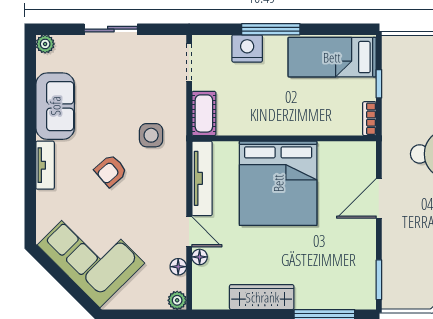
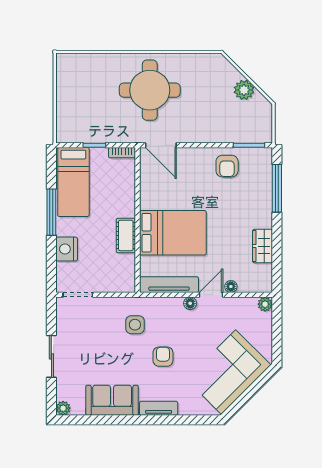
window: (271, 29) -> (51, 212), moved
cot: (204, 113) -> (126, 235), moved, turned 90
armchair: (111, 171) -> (163, 357), turned -139
bed: (278, 183) -> (173, 233), width x0.73
door: (379, 198) -> (161, 145), moved
armchair: (352, 252) -> (227, 166), added
floor lamp: (178, 267) -> (190, 303), moved
wardrobe: (262, 297) -> (263, 246), width x0.67

